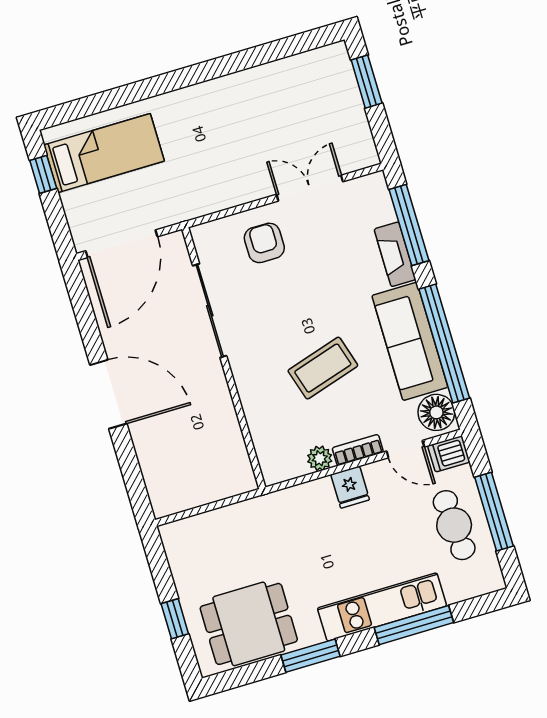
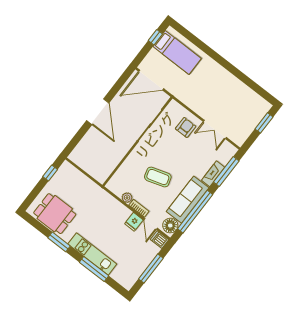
double door: (310, 188) -> (215, 129), swing flipped
fridge: (350, 487) -> (134, 222), moved
cafe table: (454, 525) -> (137, 258), removed
window: (175, 619) -> (50, 173), moved

